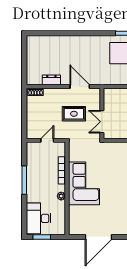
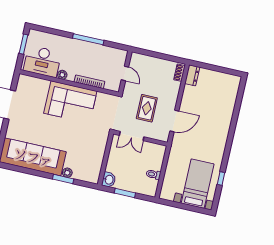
dresser: (51, 80) -> (192, 75), moved
double door: (102, 122) -> (132, 136), swing flipped
desk: (39, 218) -> (42, 61), moved, turned 180

